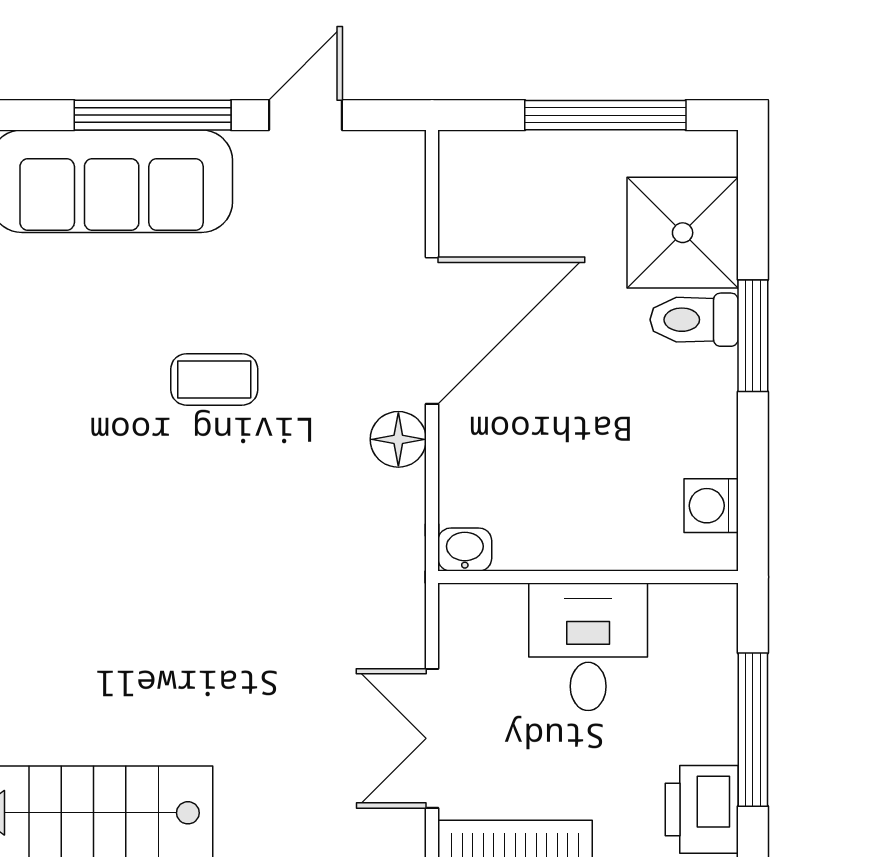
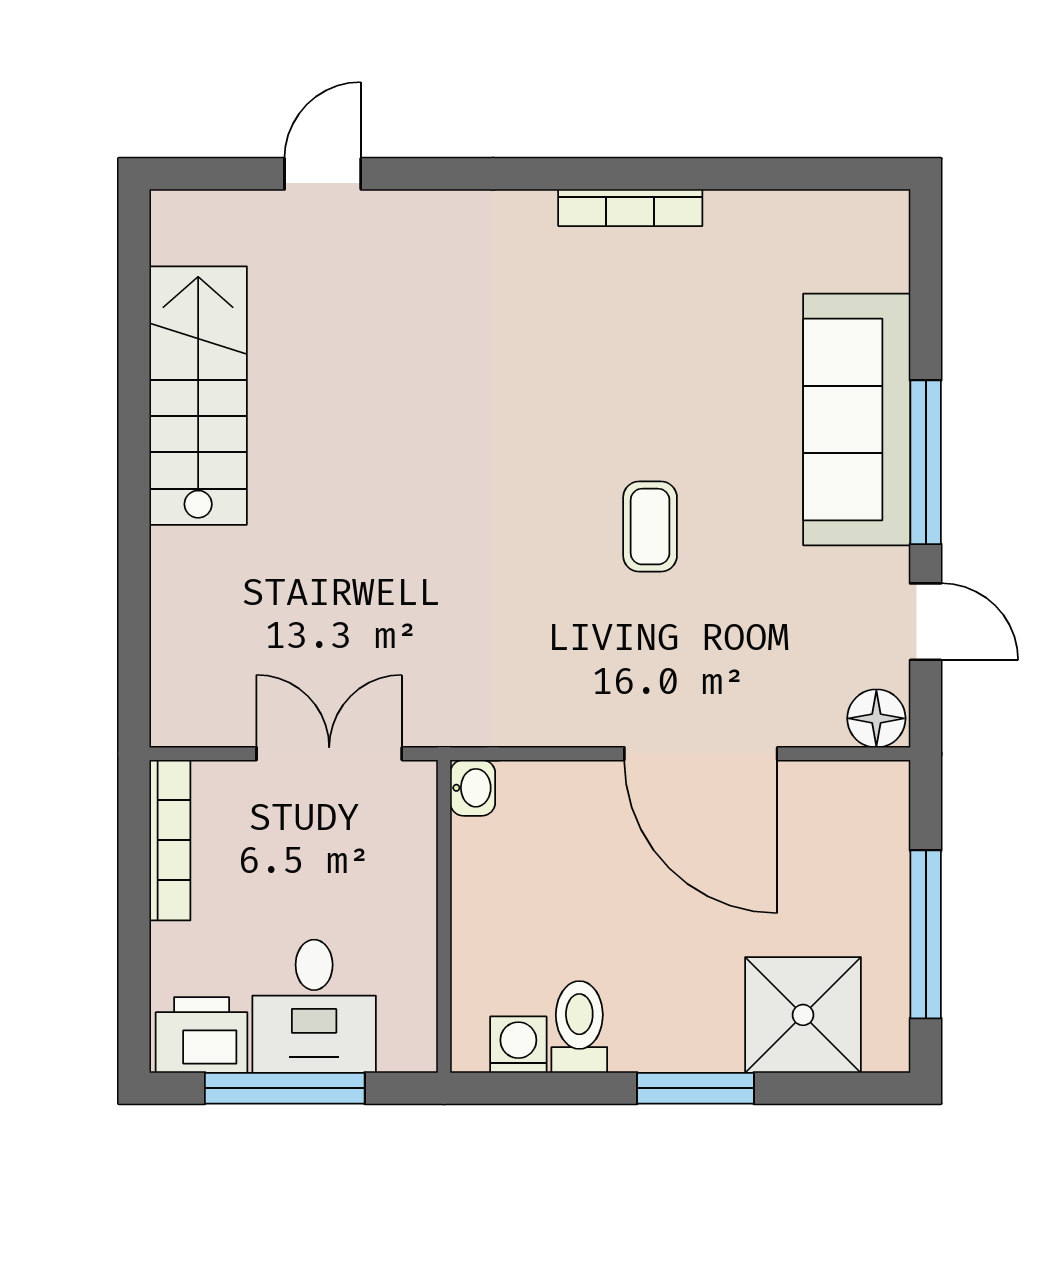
toilet: (694, 320) -> (579, 1027), moved
floor lamp: (398, 439) -> (876, 718), moved
desk: (588, 647) -> (314, 1006), moved, turned 90
double door: (432, 738) -> (329, 754), moved

